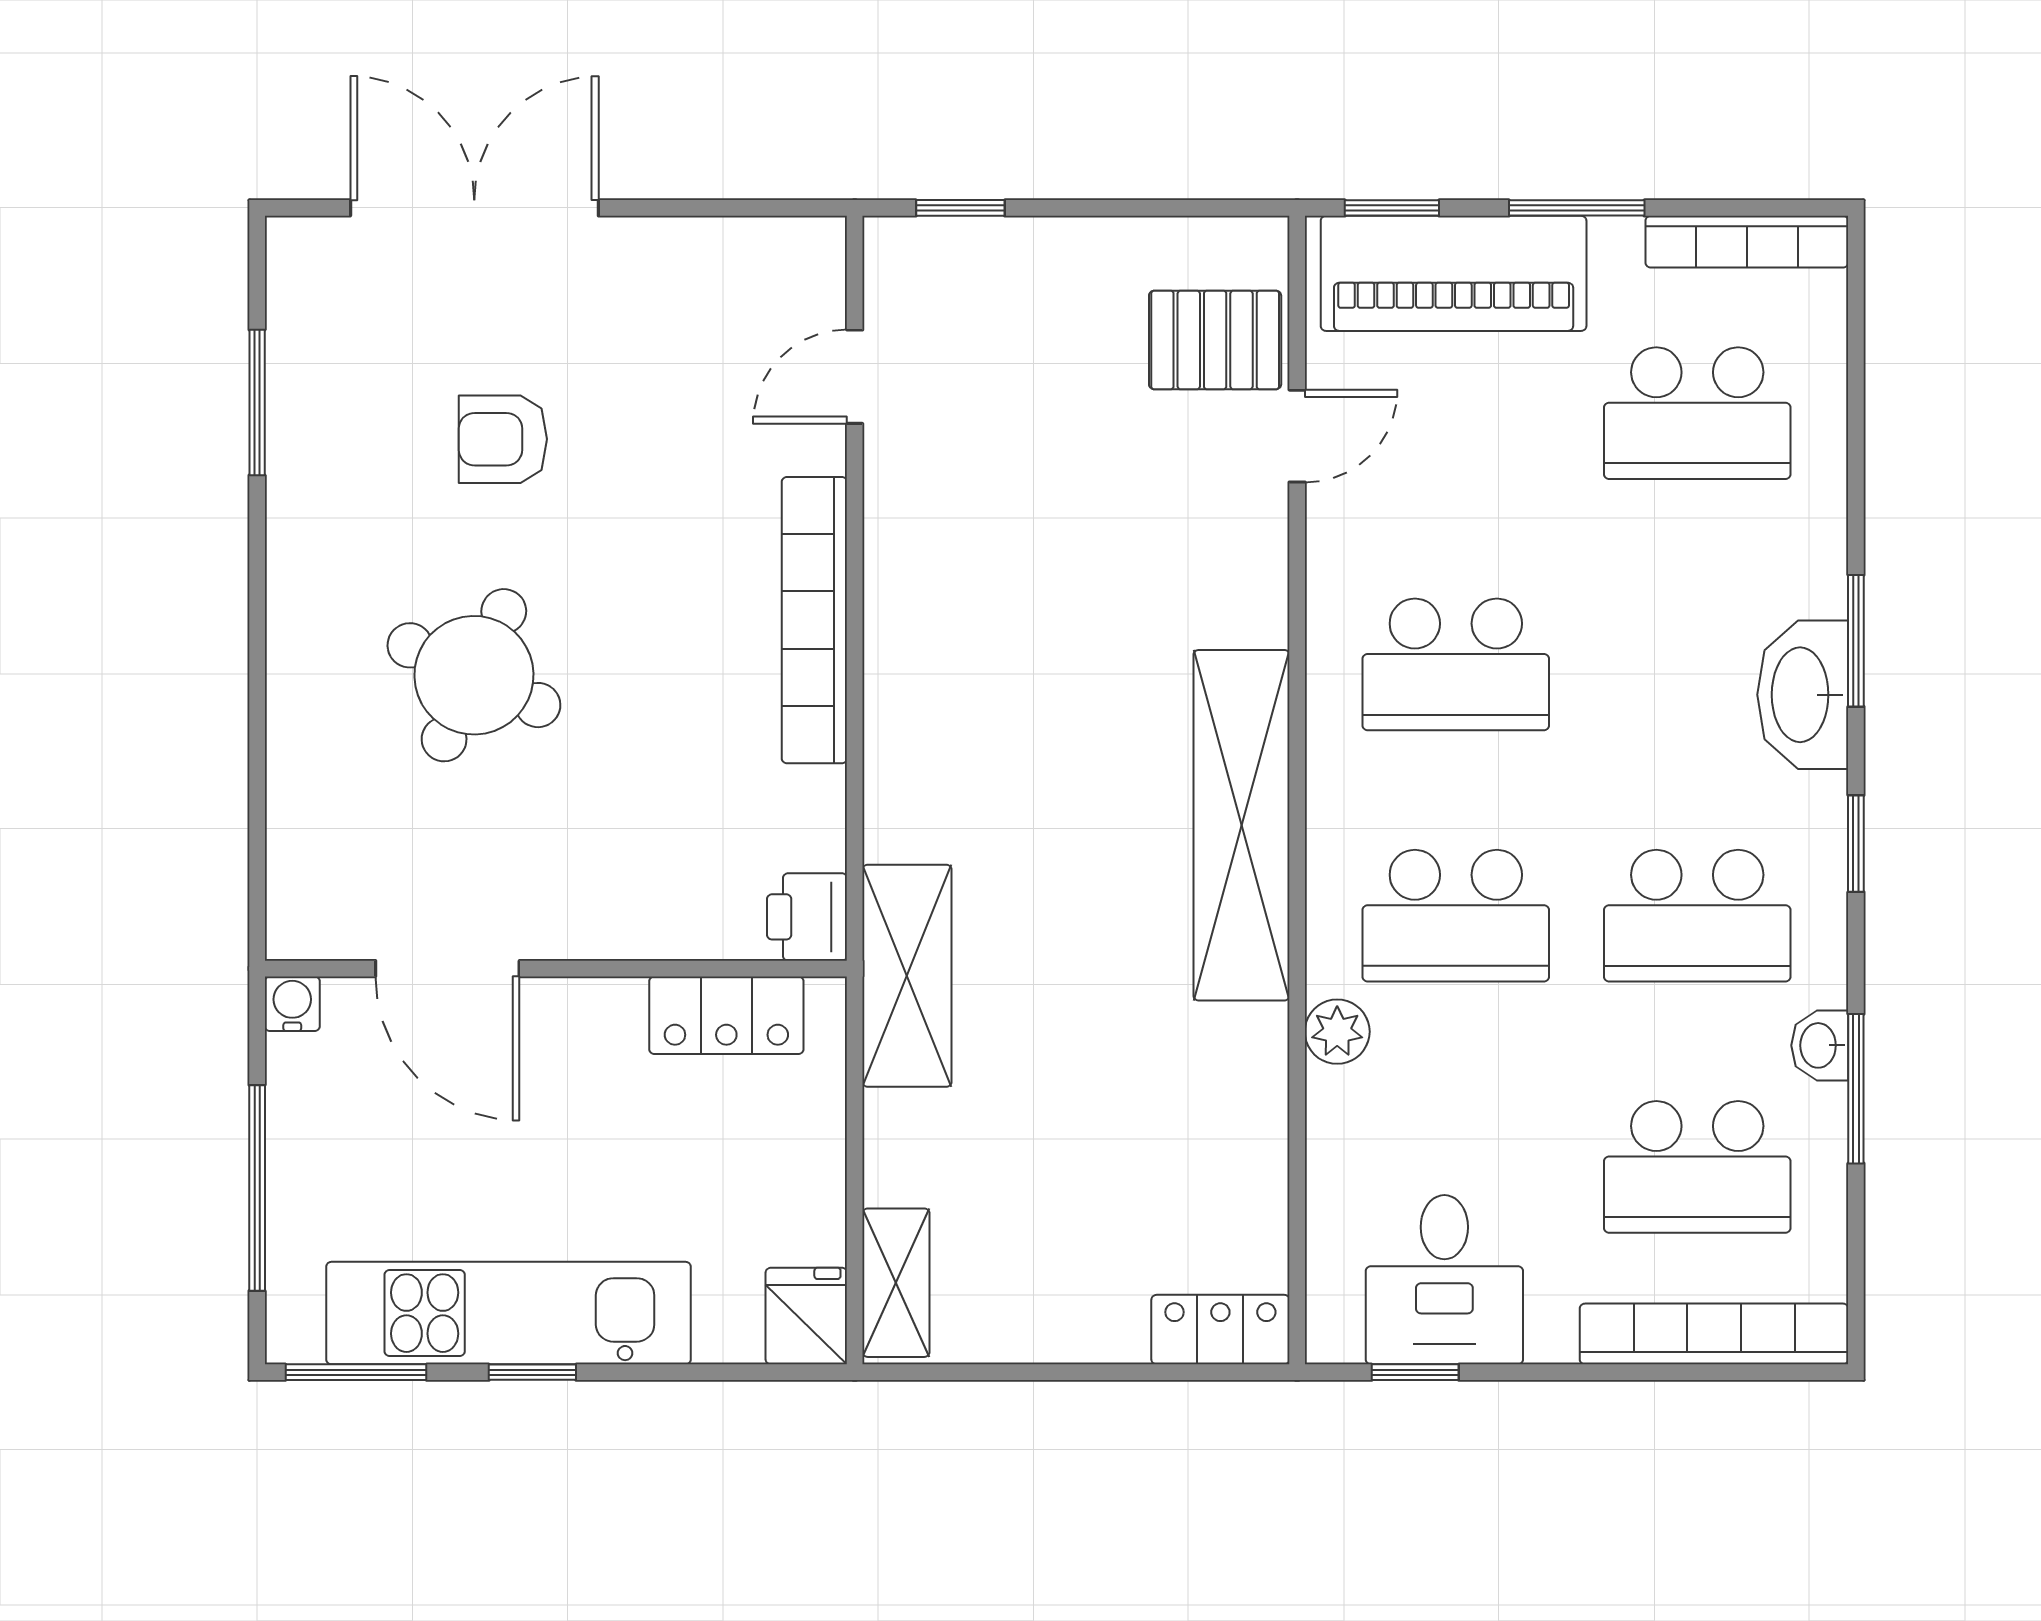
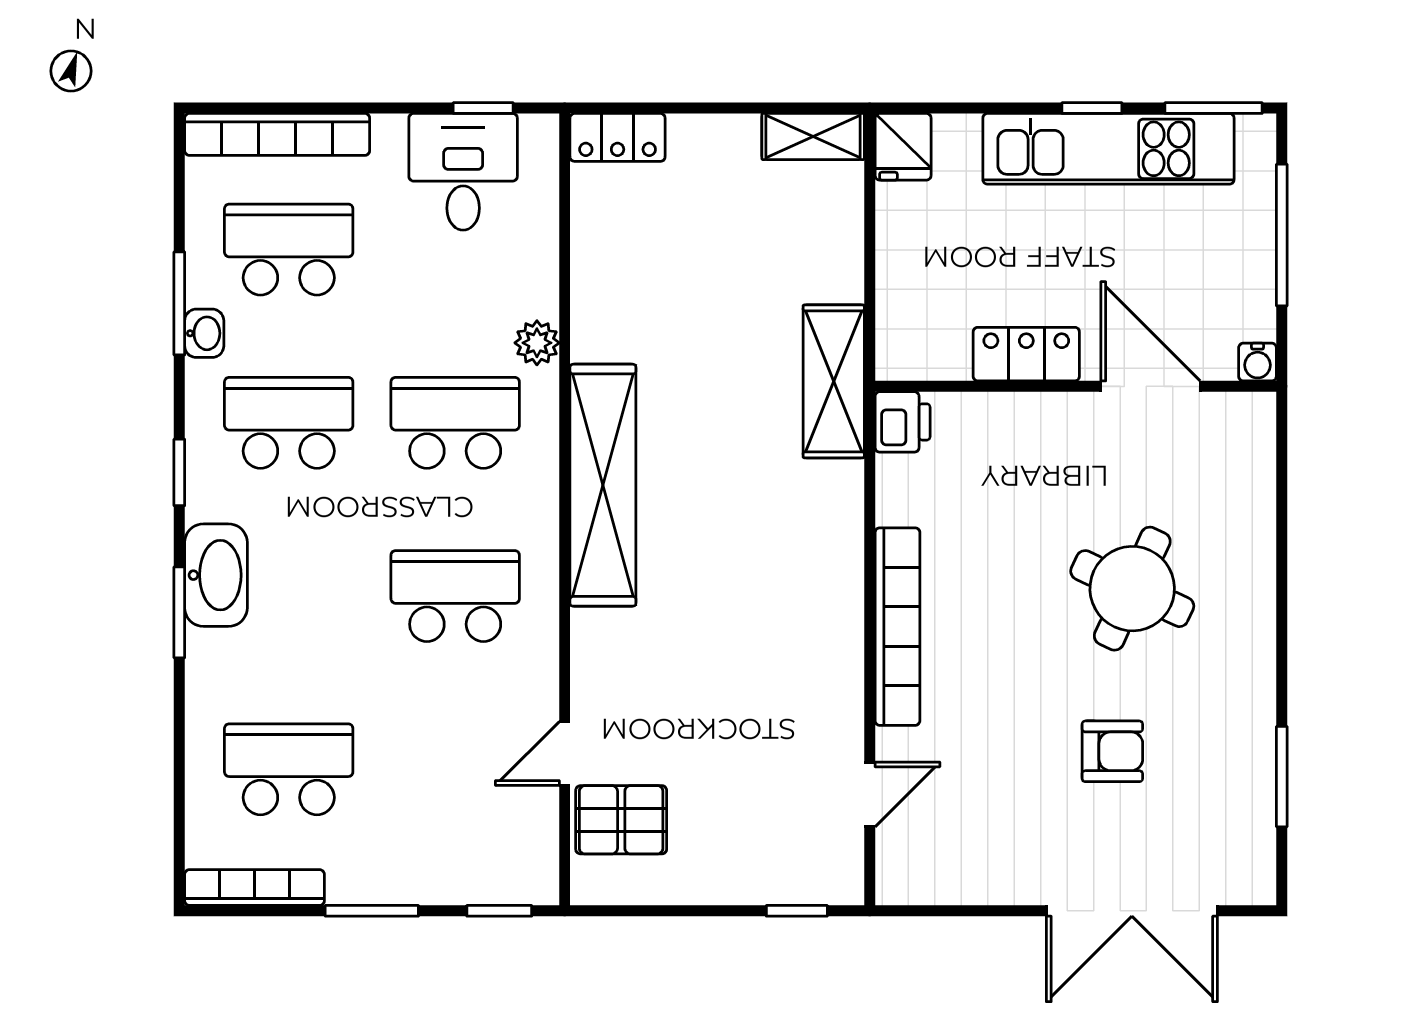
piano: (1454, 273) -> (457, 866), removed
locker: (726, 1015) -> (1026, 354), moved
shelving: (896, 1283) -> (813, 136), moved, turned 90

